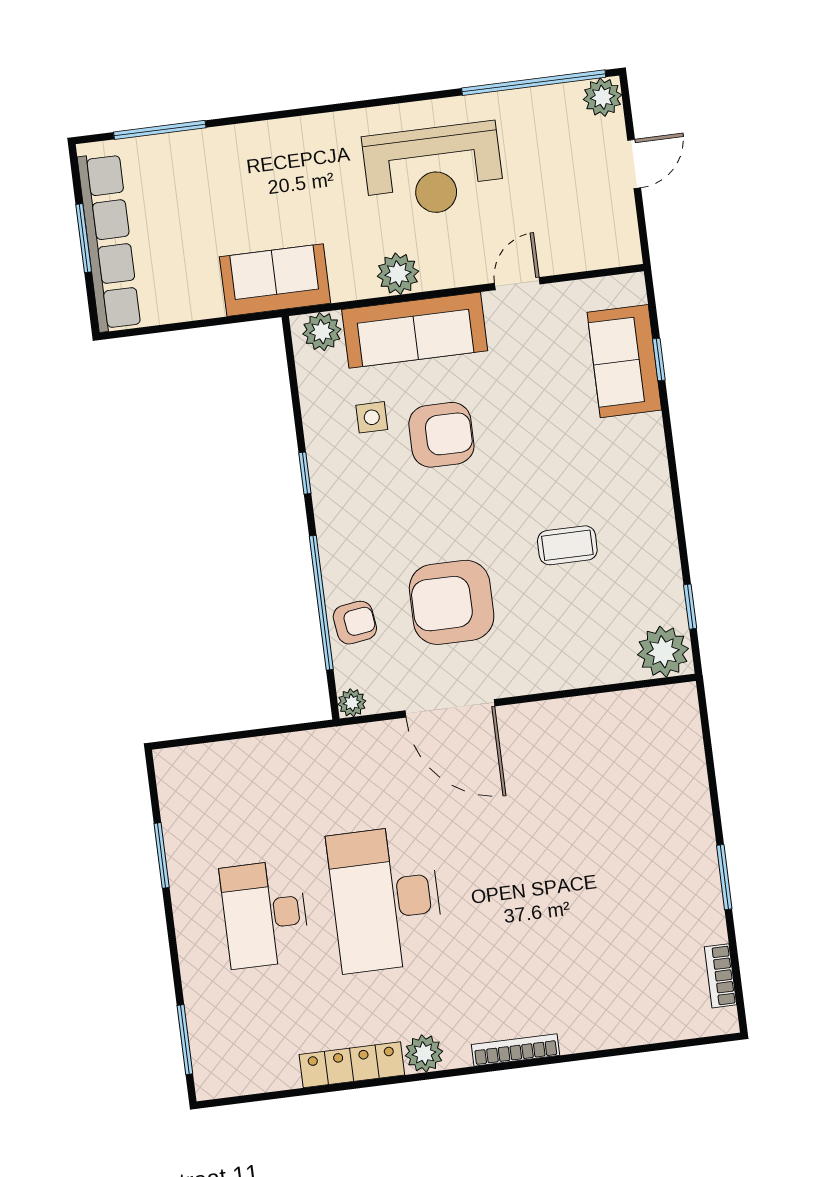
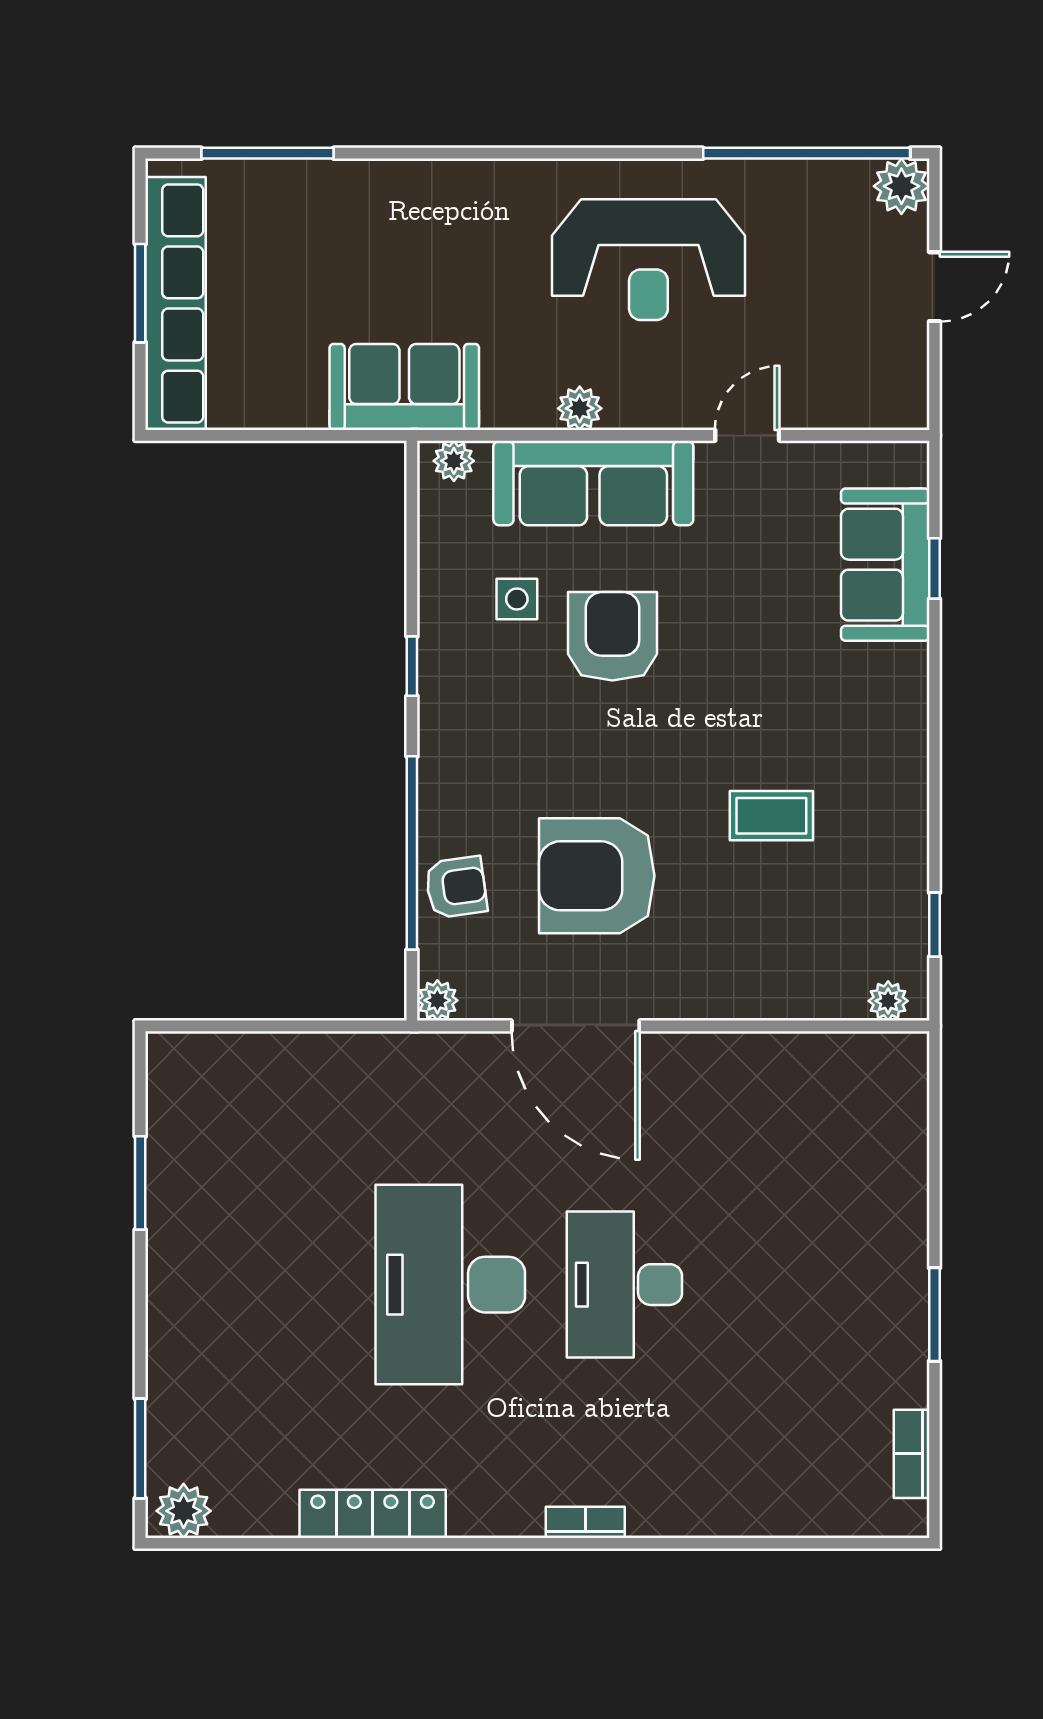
plant: (398, 274) -> (580, 408), width x0.73, depth x0.73
plant: (322, 332) -> (454, 461), width x0.73, depth x0.73
armchair: (441, 435) -> (612, 636), turned -90
plant: (663, 652) -> (888, 1001), width x0.53, depth x0.53
desk: (265, 914) -> (624, 1285), moved
bookcase: (515, 1050) -> (585, 1522), width x0.64
plant: (424, 1053) -> (184, 1511), moved

